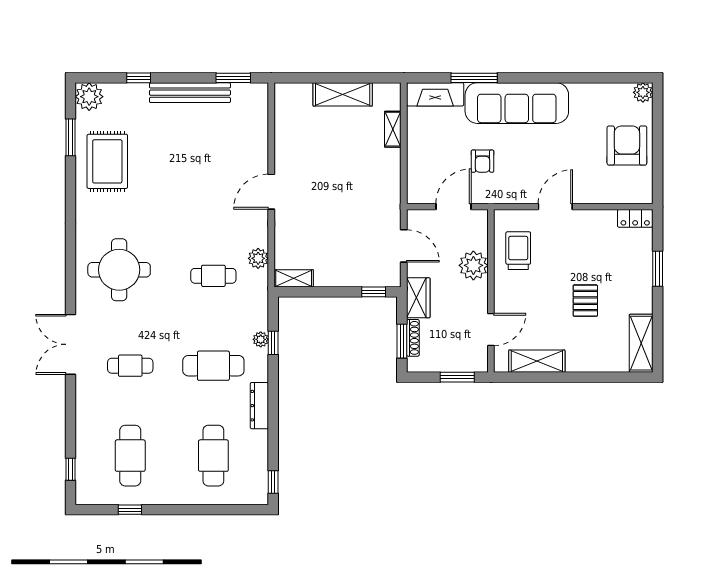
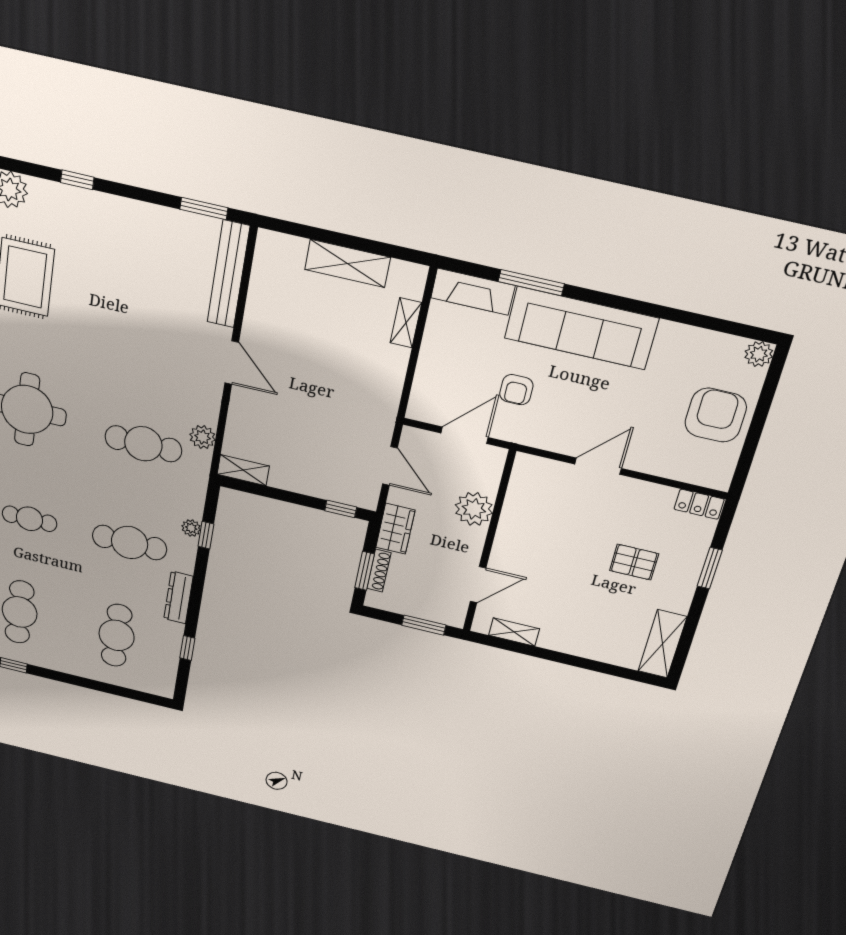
bench: (190, 93) -> (228, 274), moved, turned 90
door: (271, 192) -> (232, 363), swing flipped
trolley: (518, 251) -> (536, 506), removed
cafe table: (213, 276) -> (143, 444), width x1.37, depth x1.35
pallet: (585, 301) -> (634, 562), moved, turned 90
shelving: (537, 361) -> (514, 632), width x0.67, depth x0.75
window: (273, 482) -> (187, 648), moved

